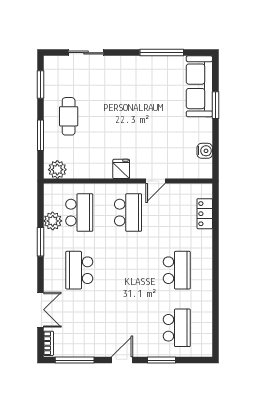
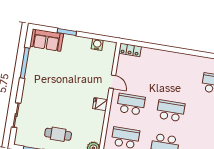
sofa: (199, 86) -> (47, 40), width x0.73
locker: (205, 214) -> (130, 50), moved
school desk: (177, 270) -> (171, 111), moved

